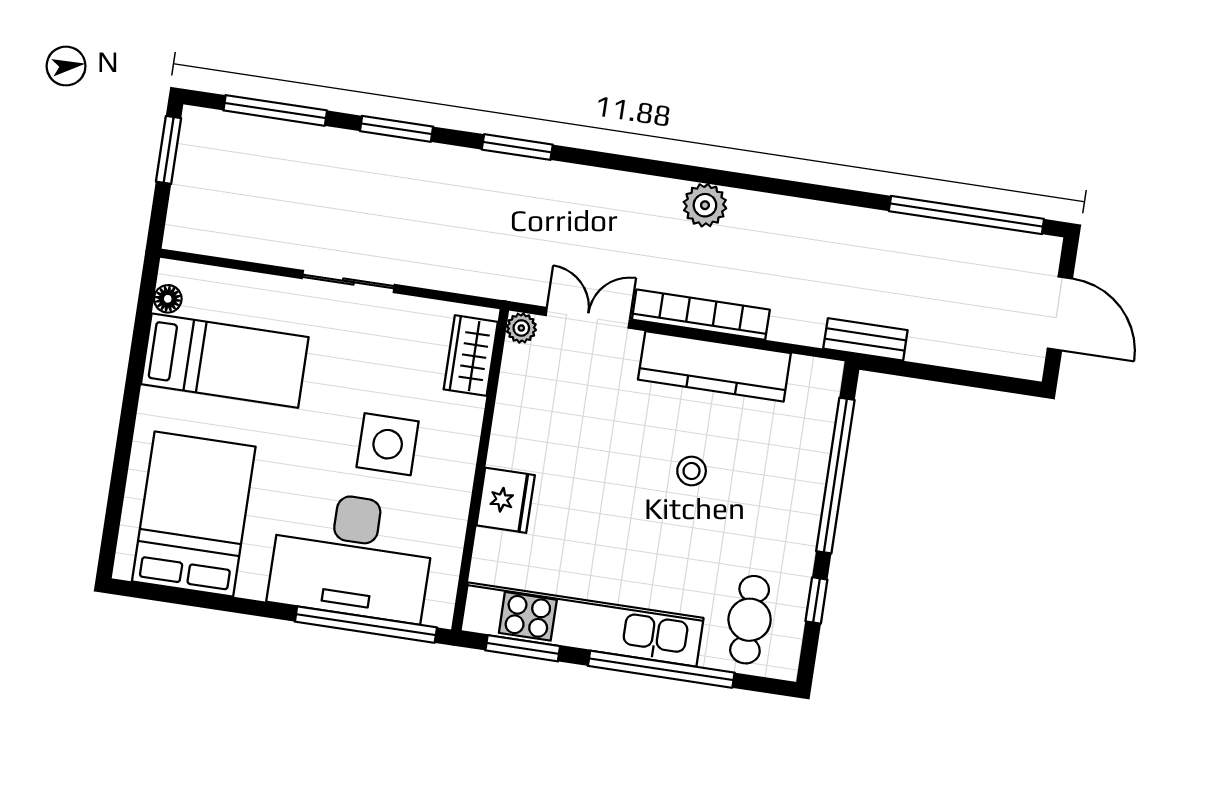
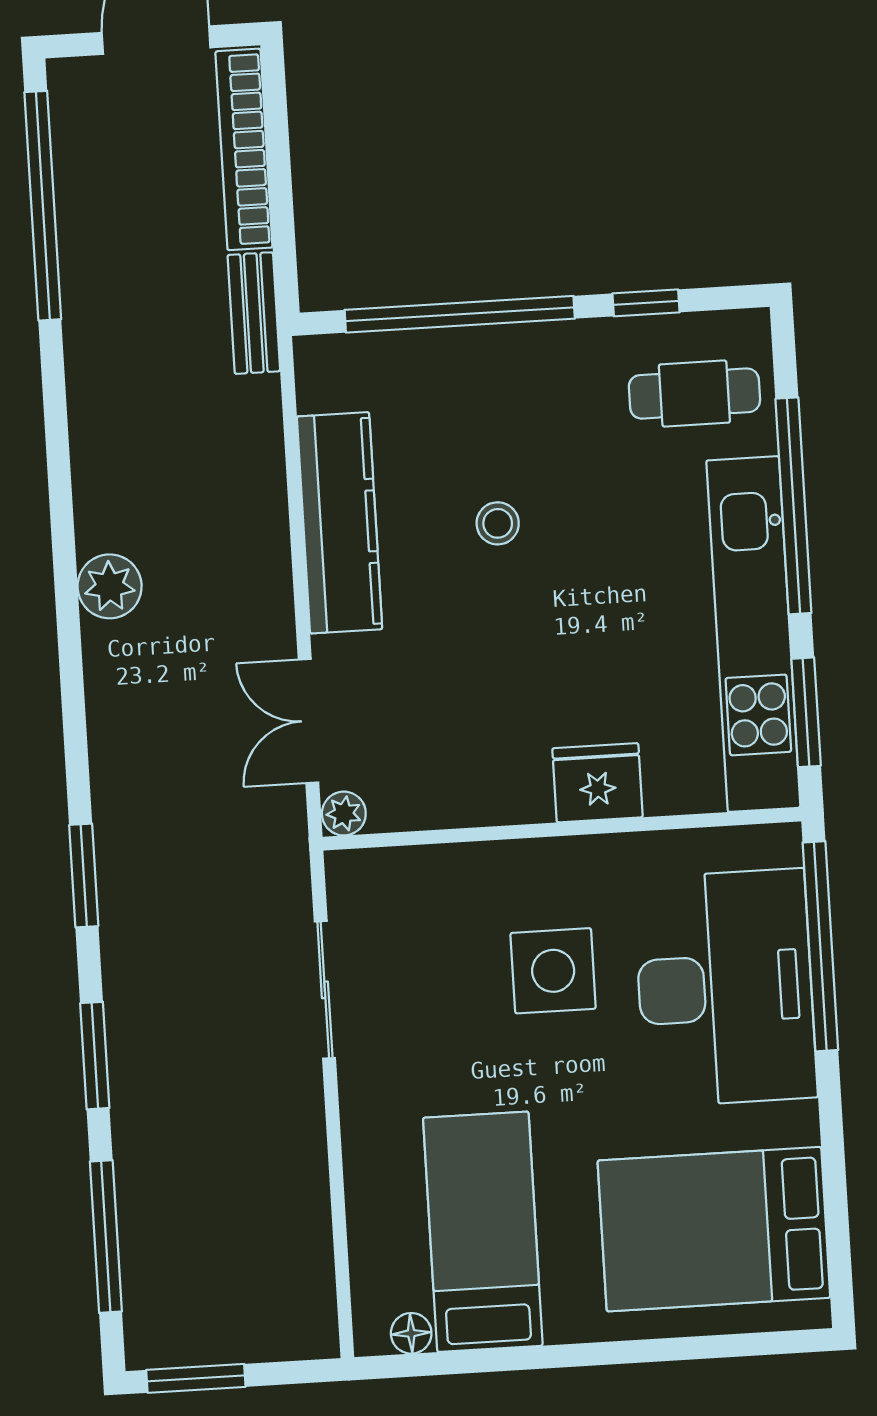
sliding door: (348, 282) -> (325, 990), moved
bookcase: (701, 315) -> (244, 149), moved
wardrobe: (471, 356) -> (399, 878), removed

